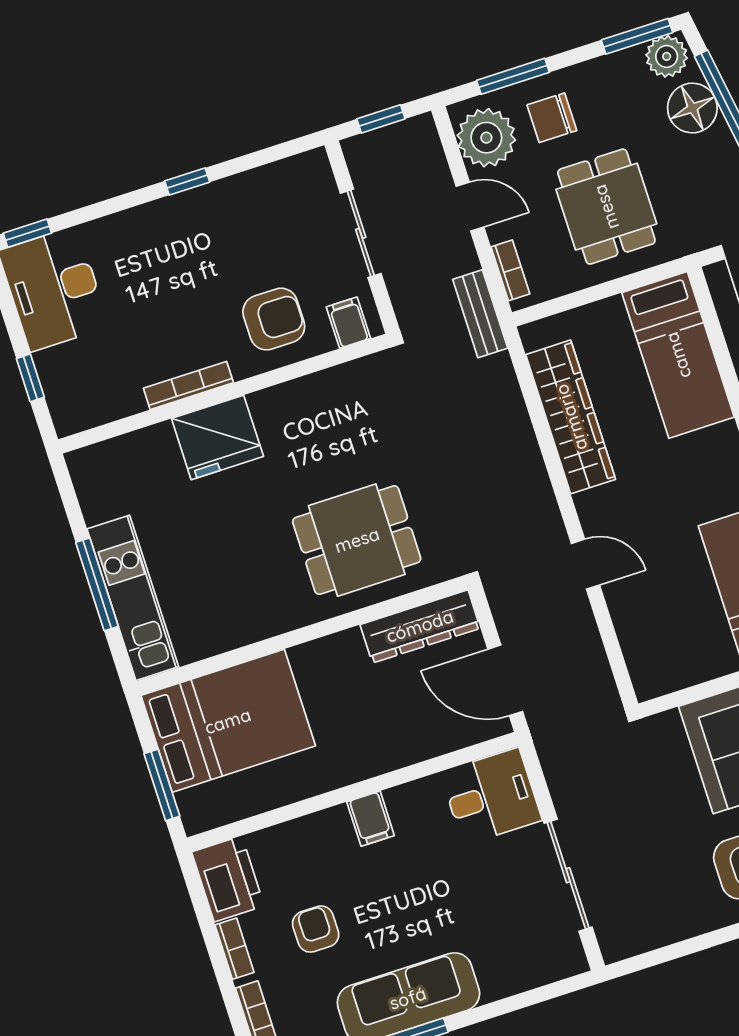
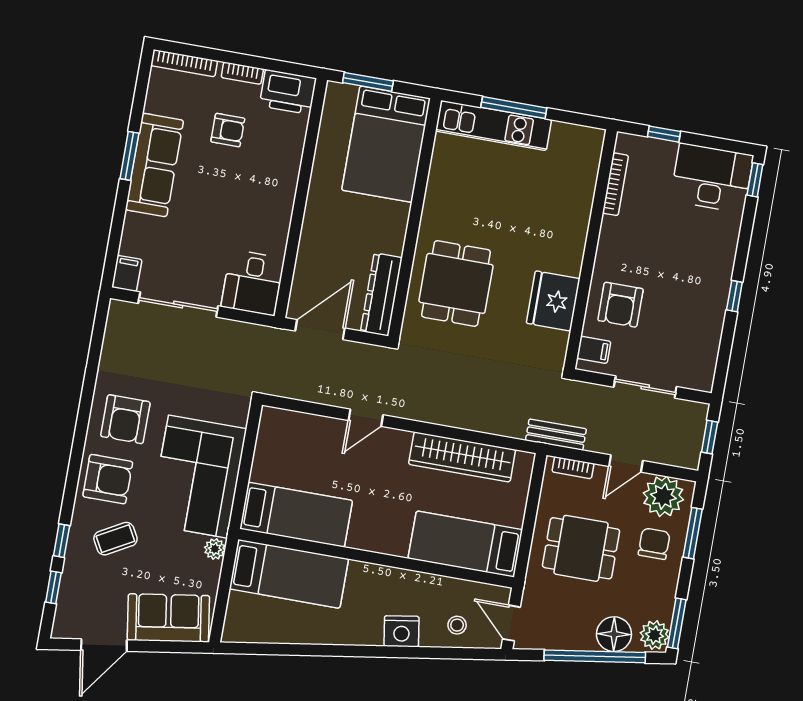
bookcase: (188, 385) -> (615, 184), moved
fridge: (217, 437) -> (553, 301), moved
filing cabinet: (371, 819) -> (127, 273), moved, turned 90

